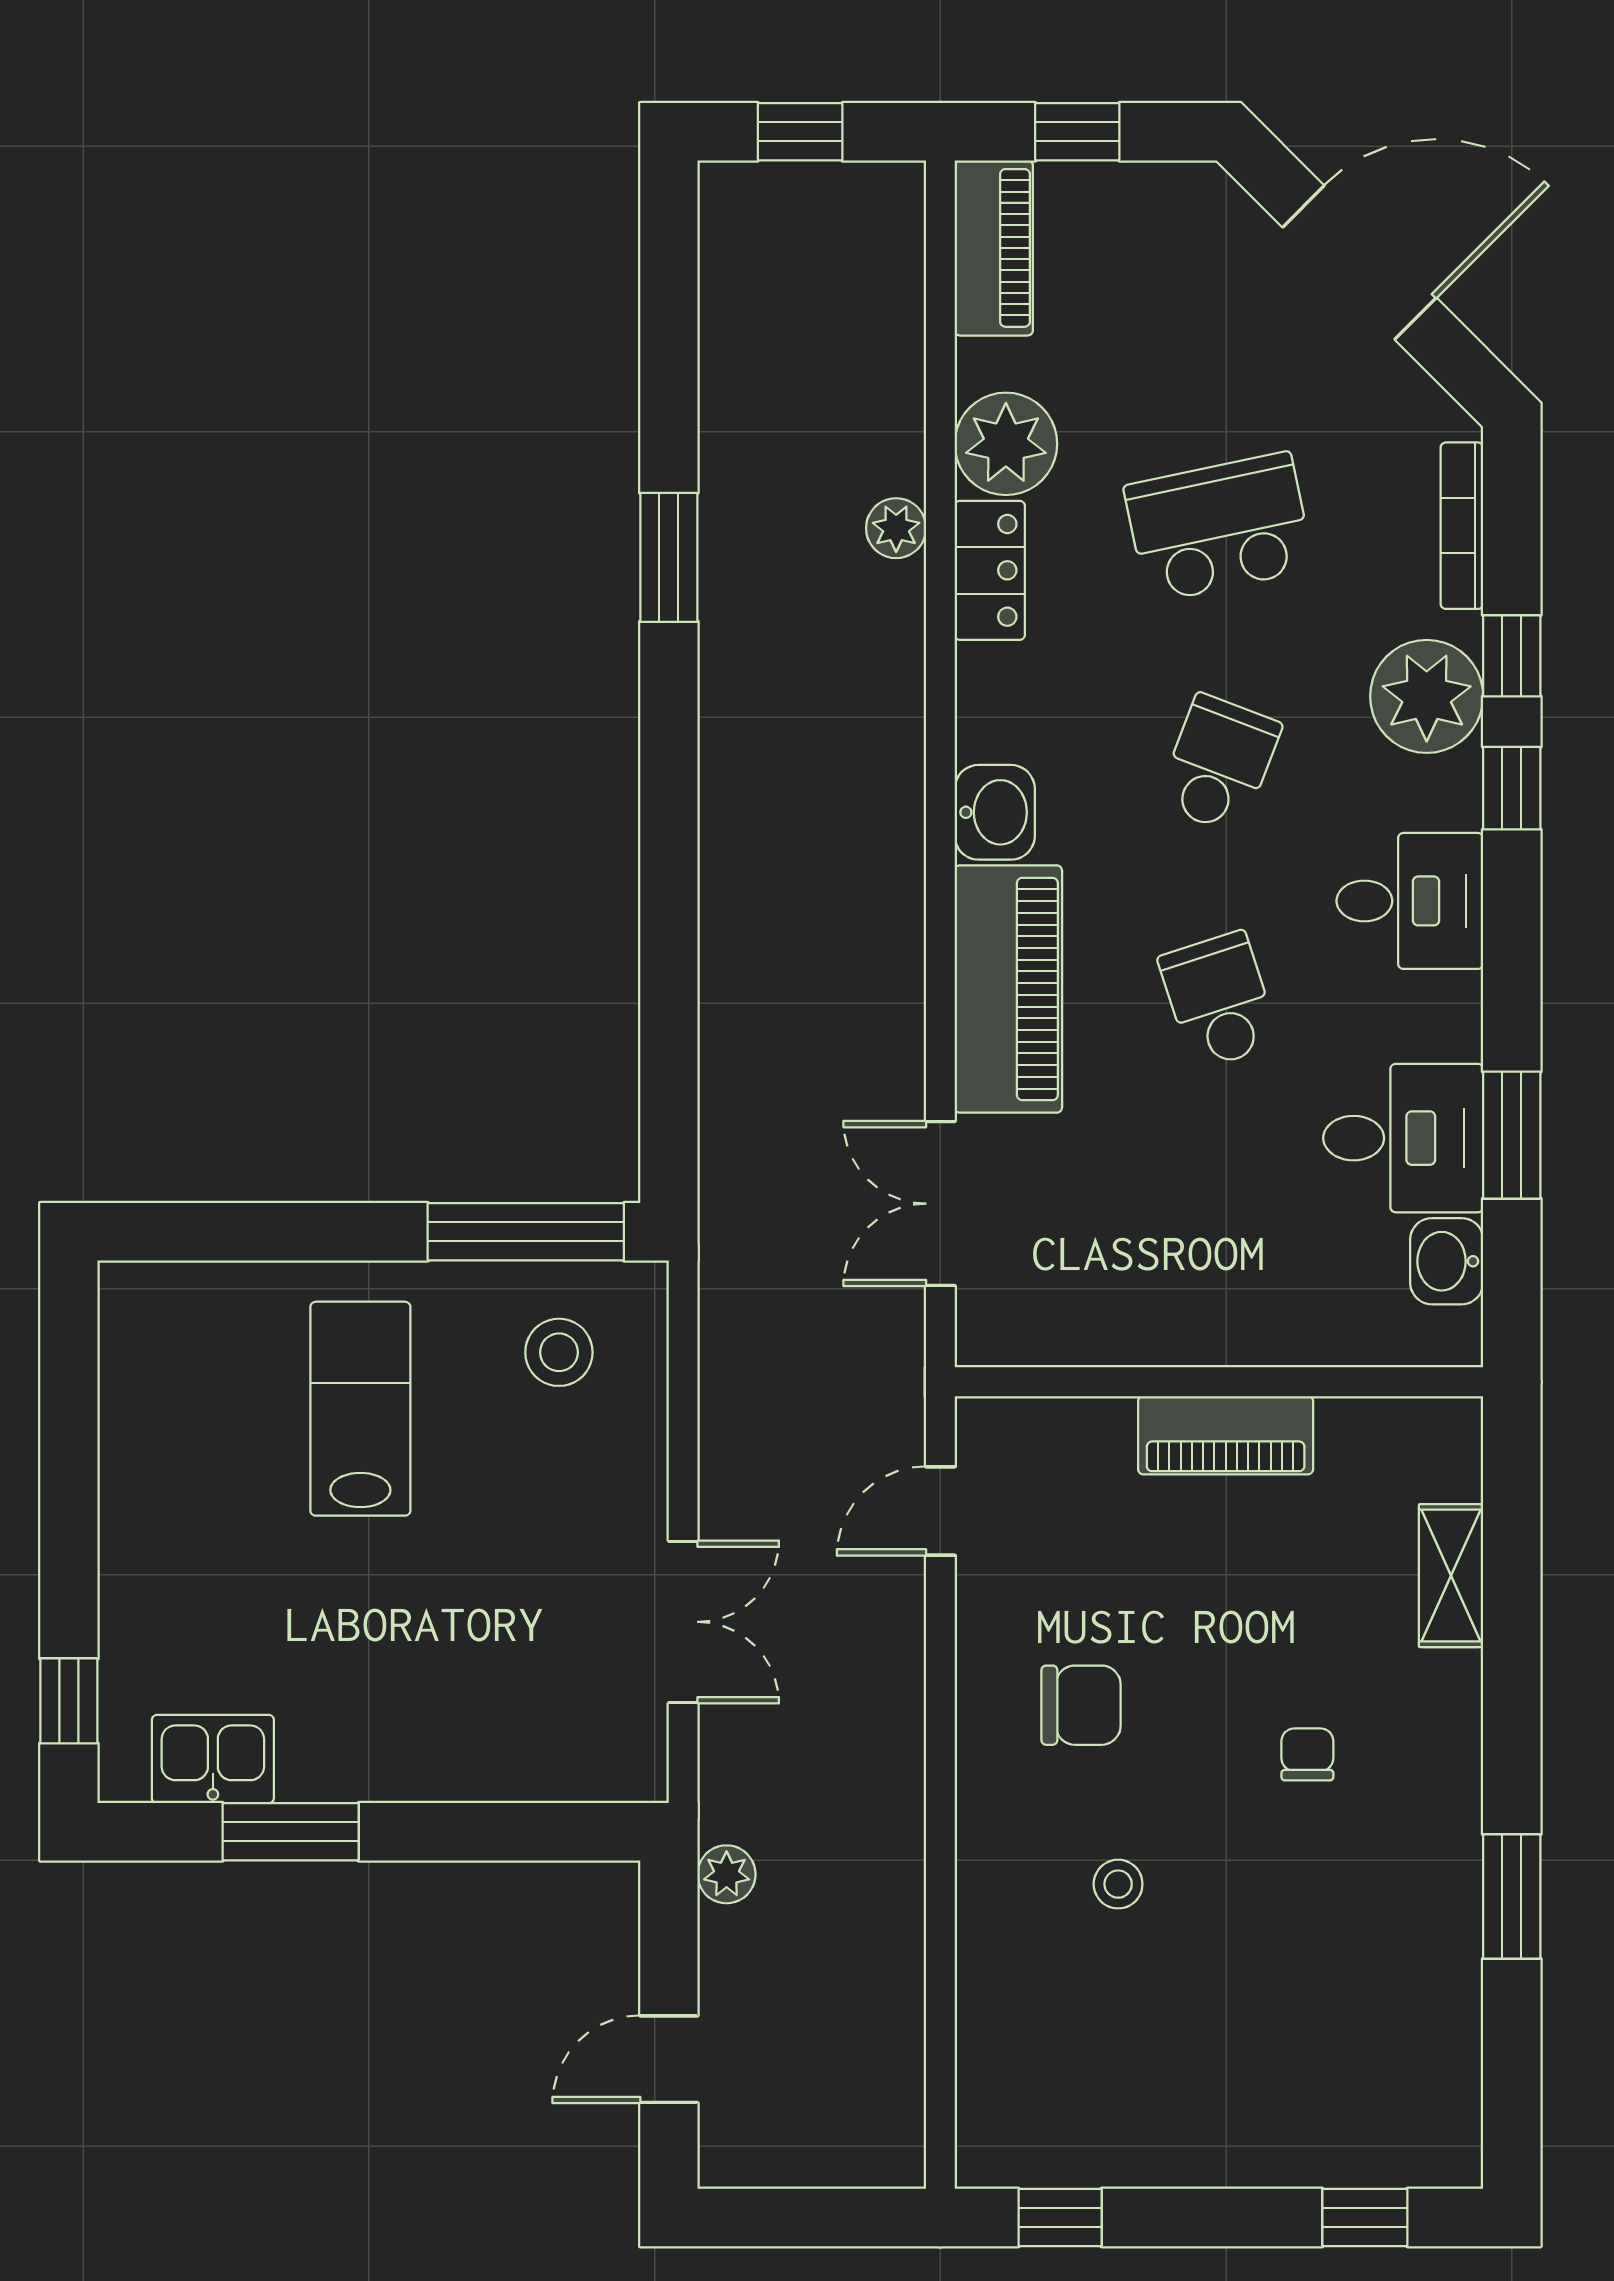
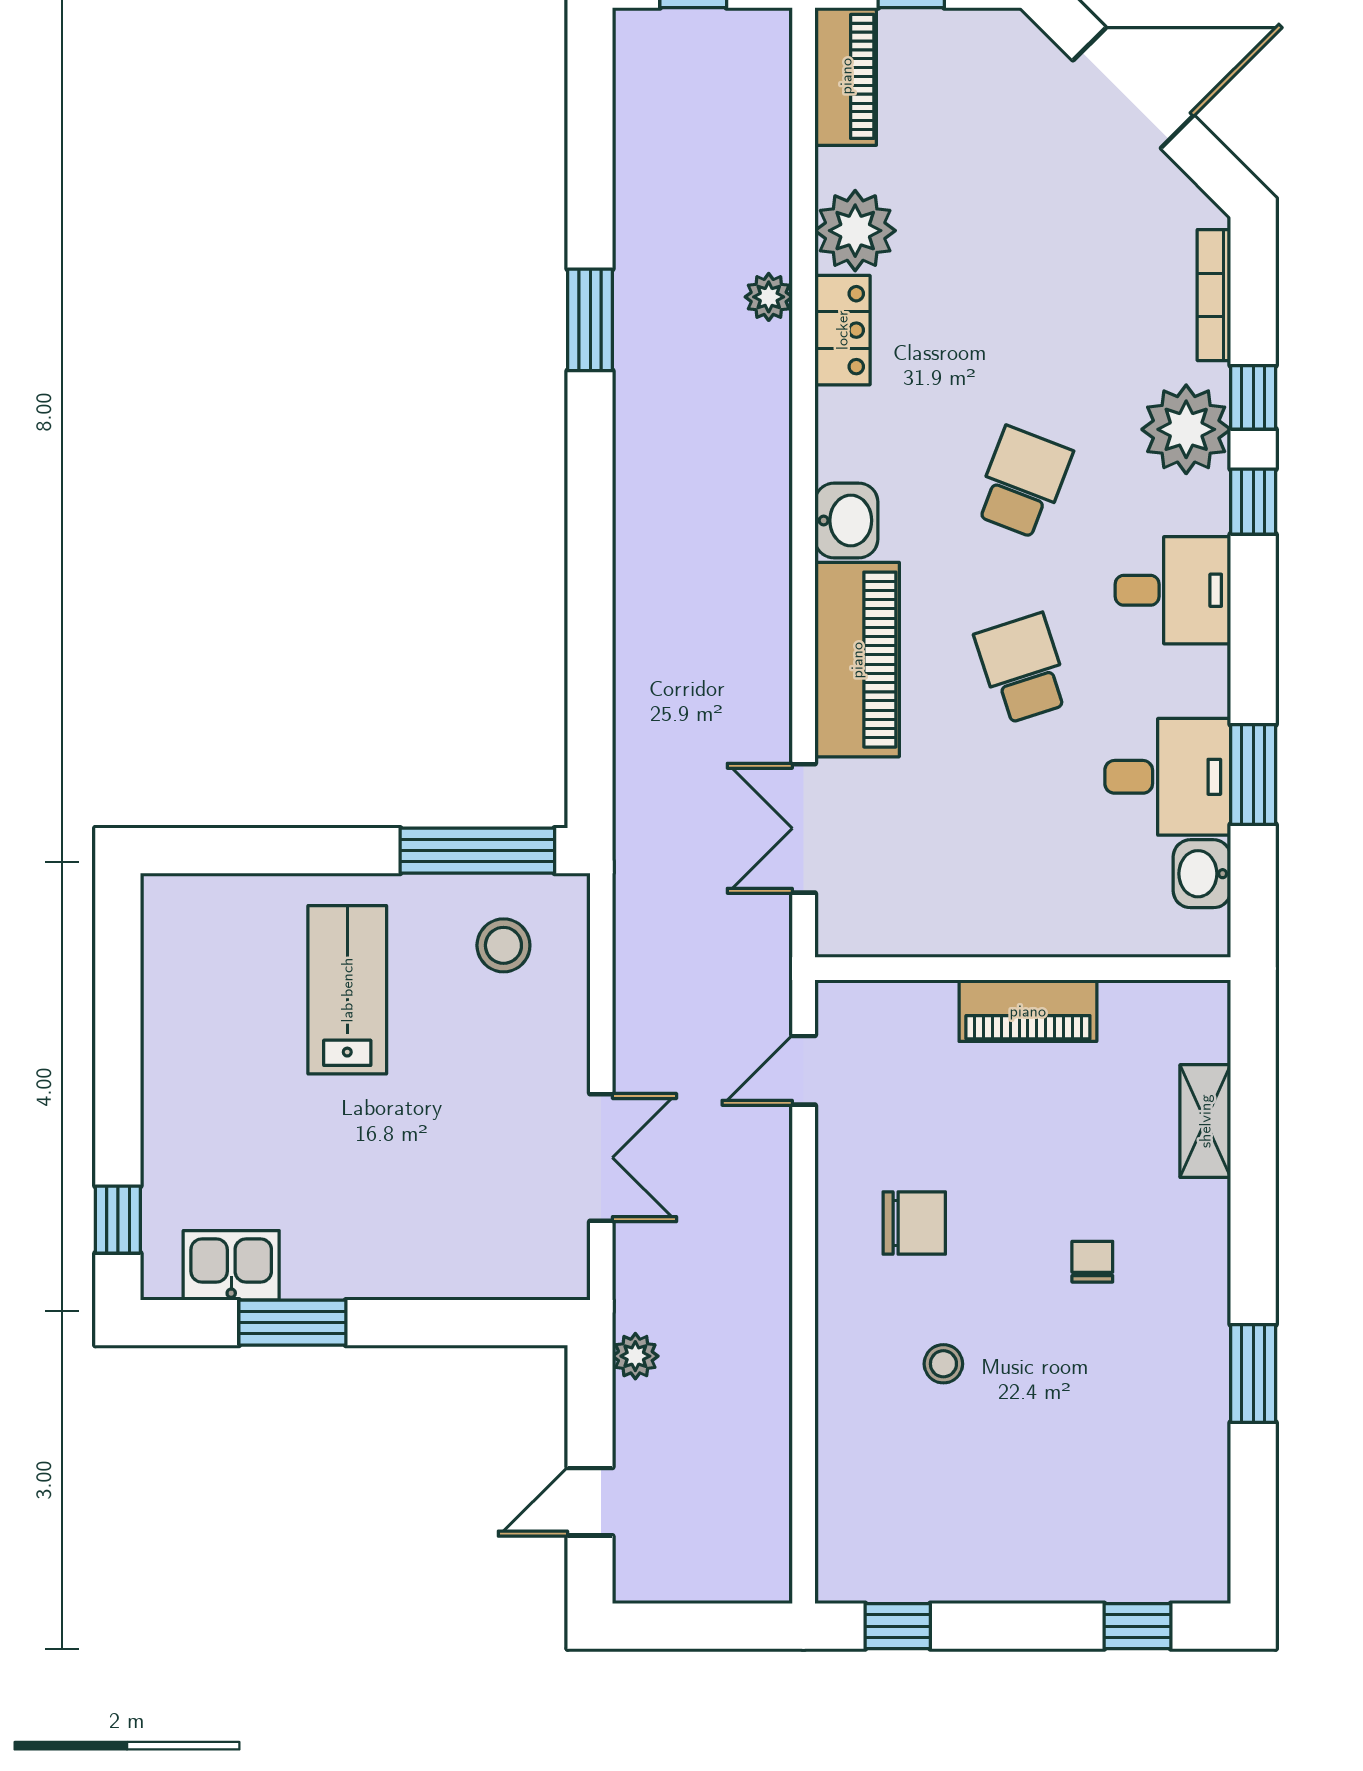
school desk: (1219, 527) -> (1023, 296), removed

